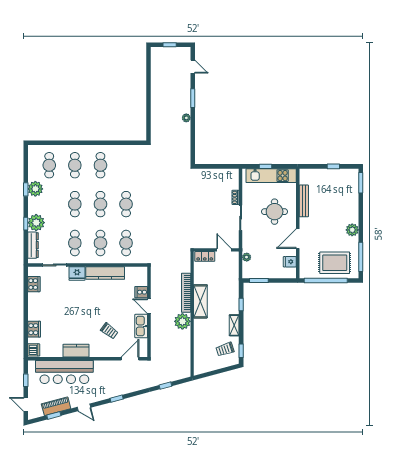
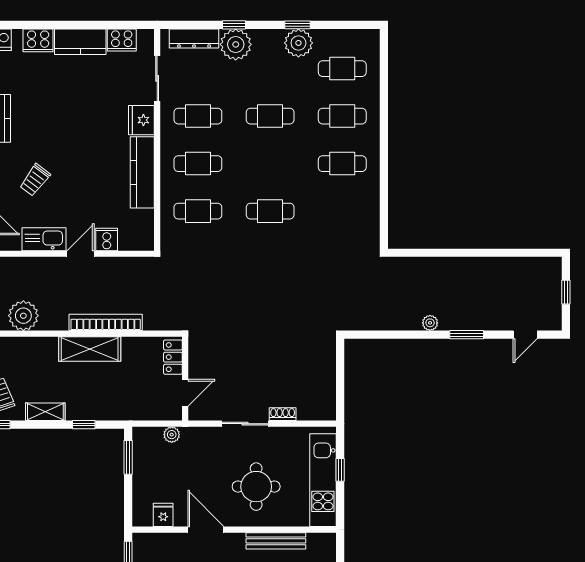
cafe table: (100, 204) -> (270, 164), removed
kitchen counter: (35, 306) -> (80, 42), added
plant: (182, 321) -> (23, 316), moved

